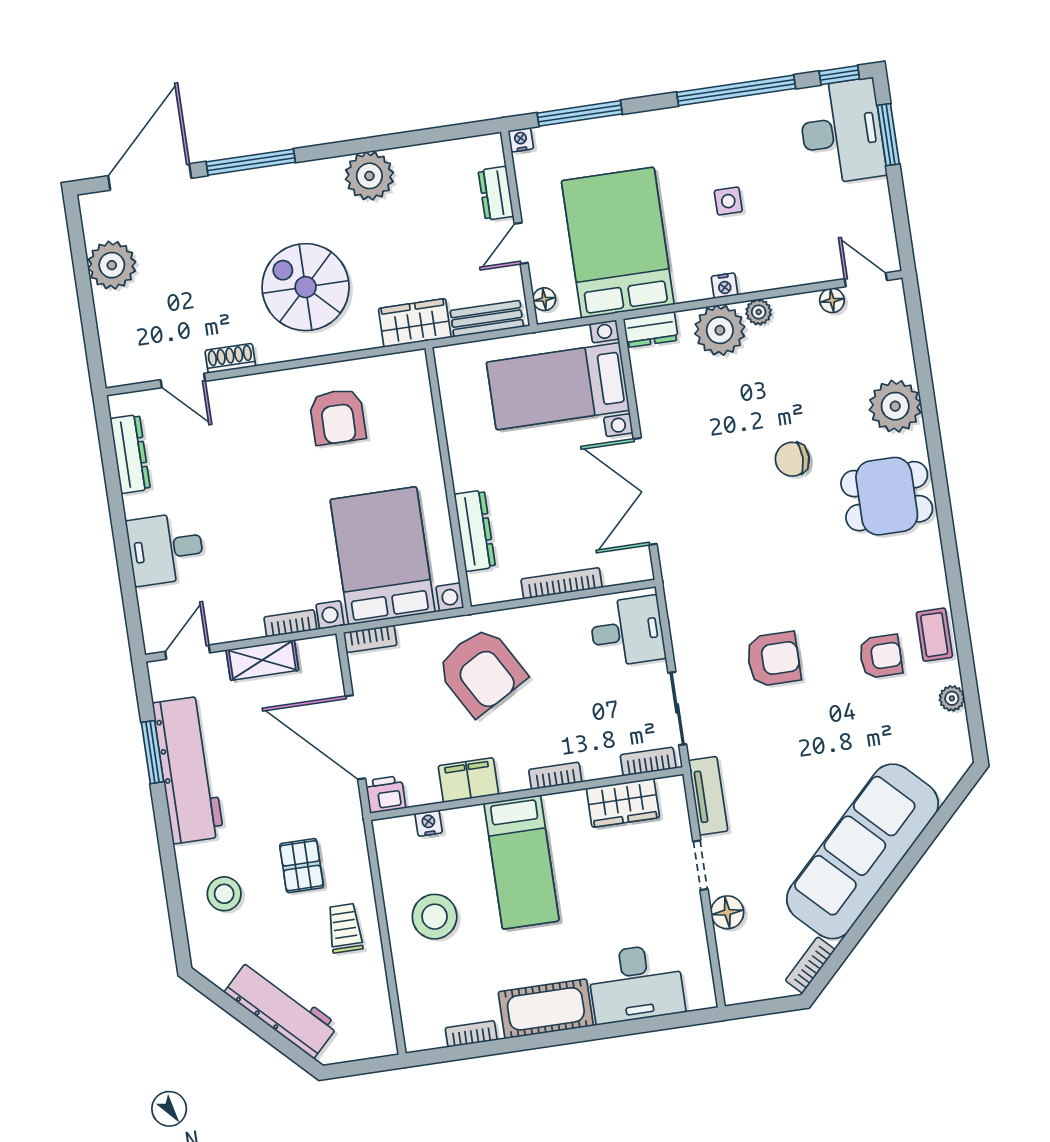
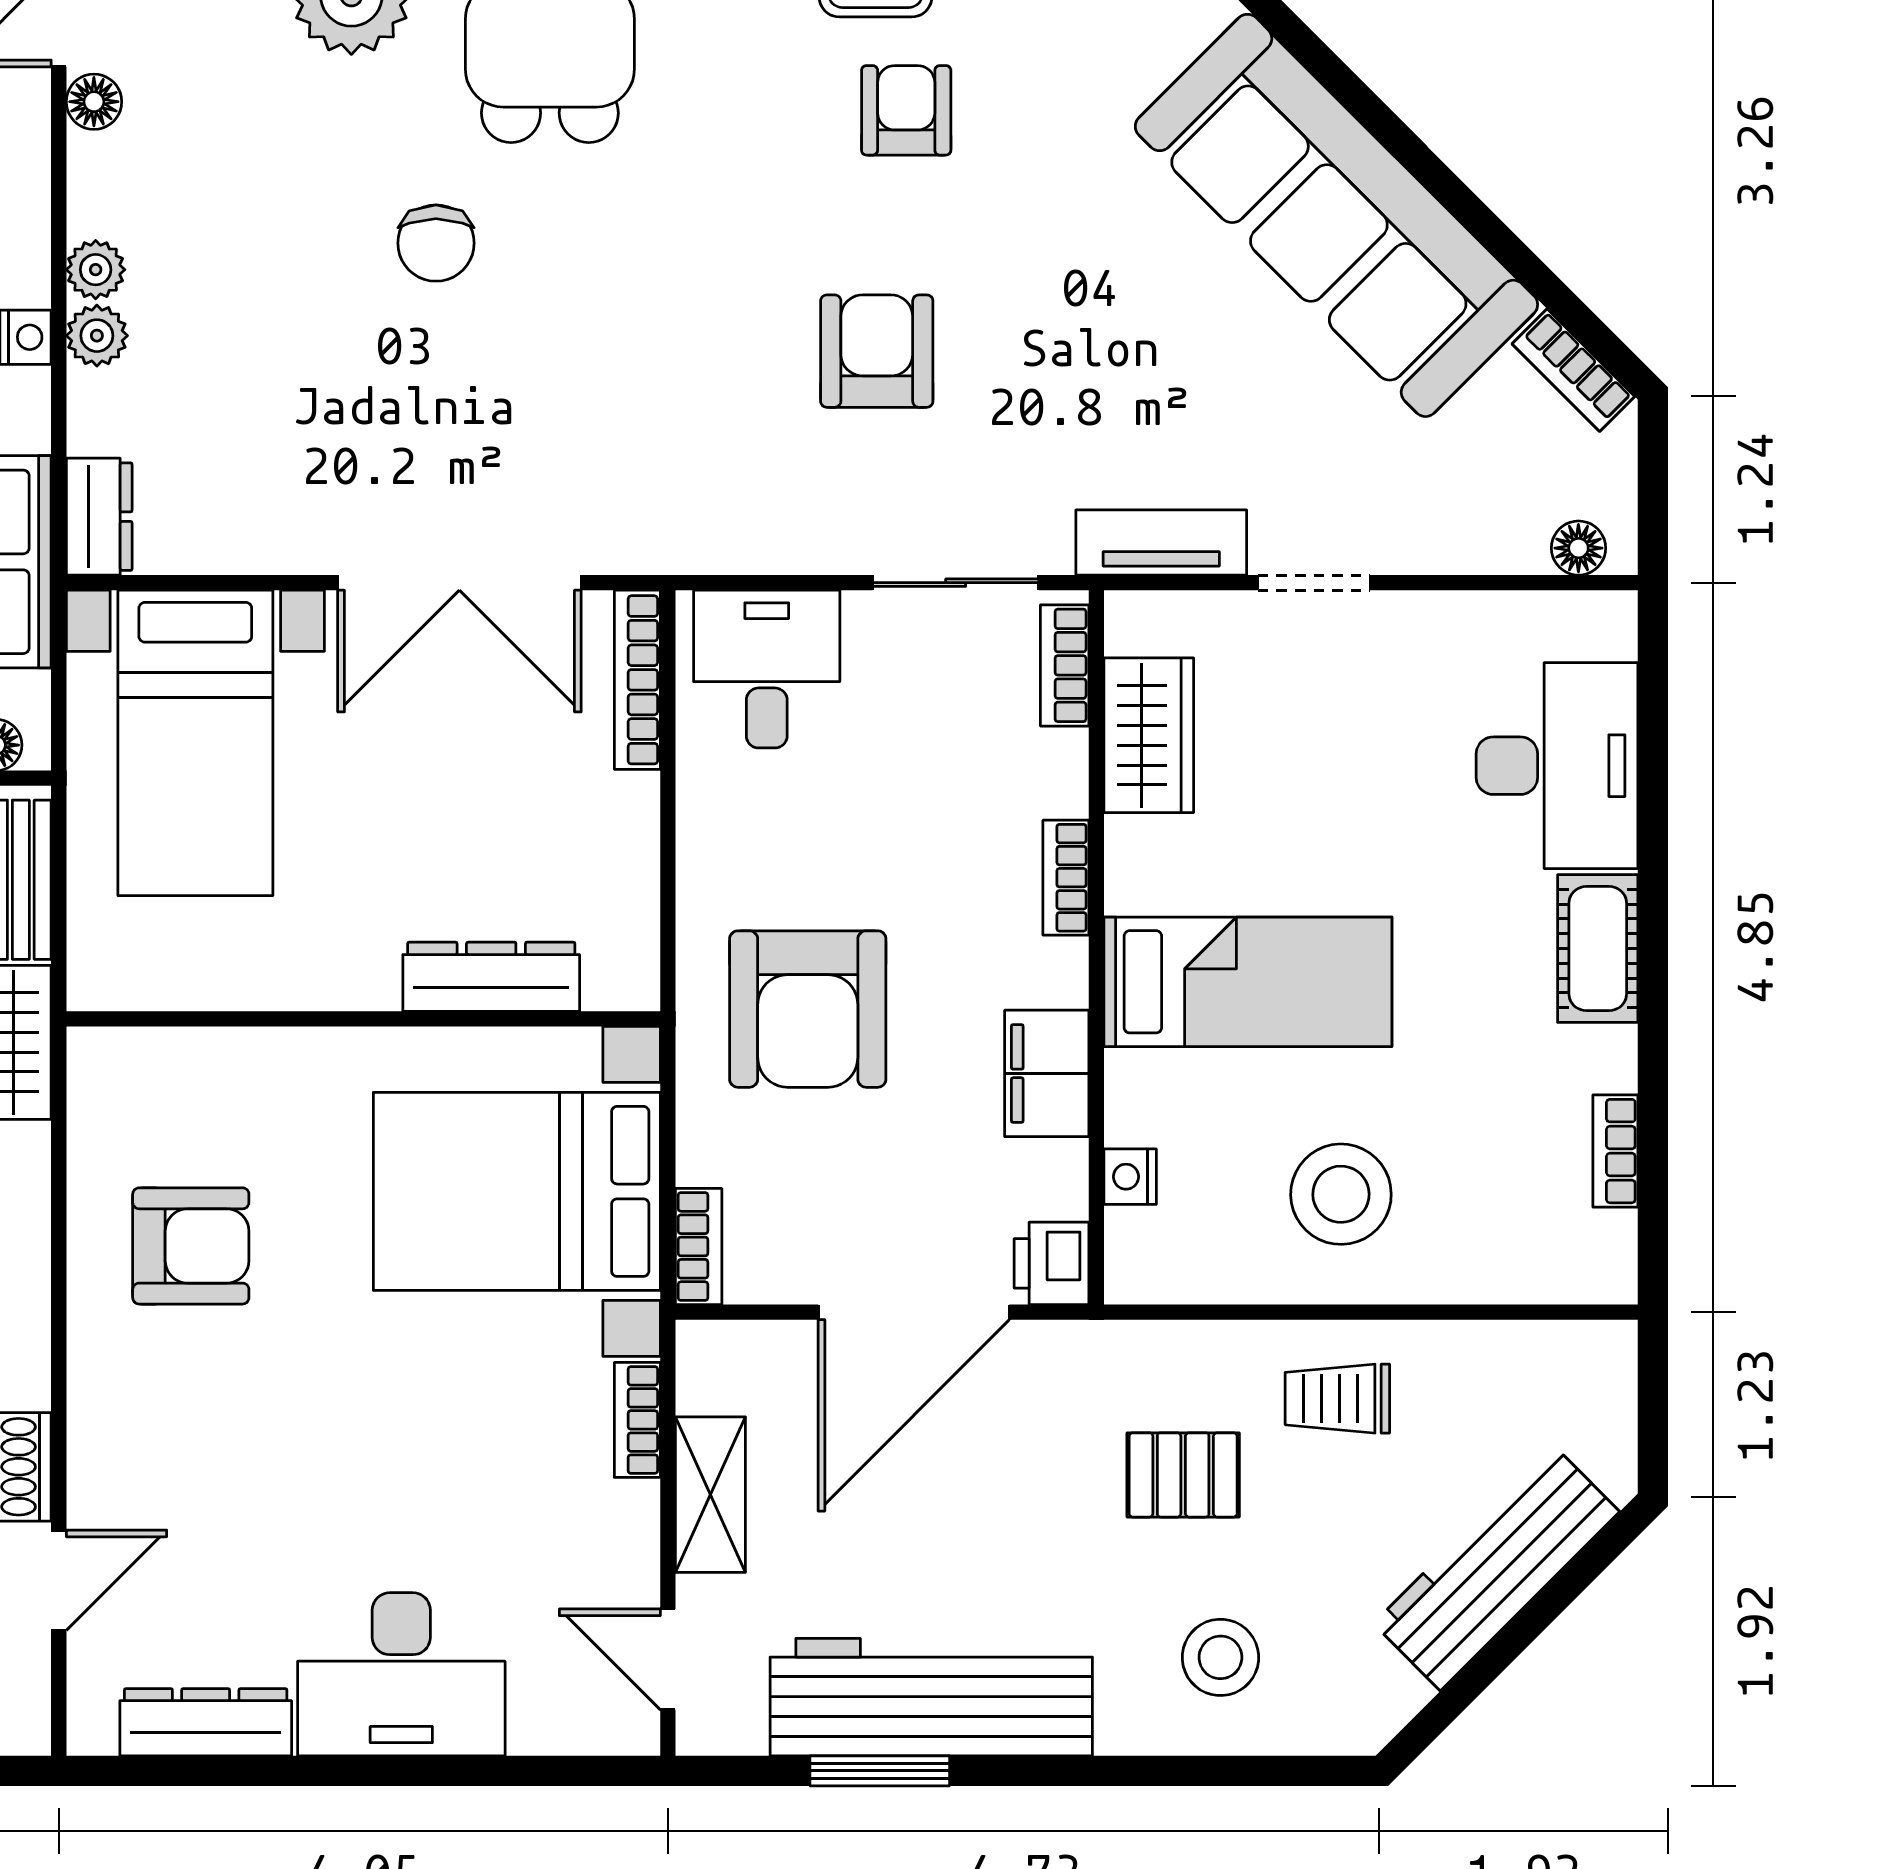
plant: (720, 330) -> (97, 336), width x0.53, depth x0.53
desk: (166, 549) -> (401, 1674), width x1.37
bookcase: (562, 583) -> (637, 680), moved
armchair: (481, 671) -> (808, 1009), turned 120
floor lamp: (727, 912) -> (1578, 548), moved, width x0.73, depth x0.73
cot: (546, 1009) -> (1598, 949), width x0.73, depth x0.75

